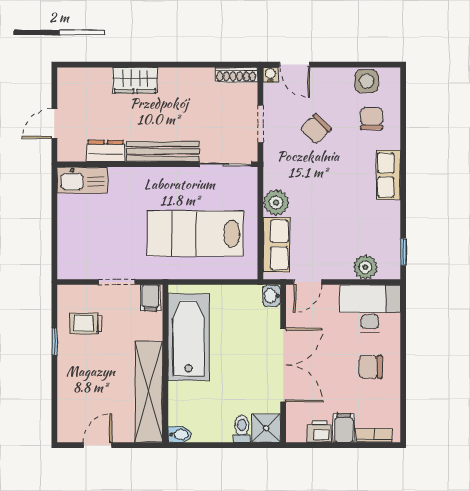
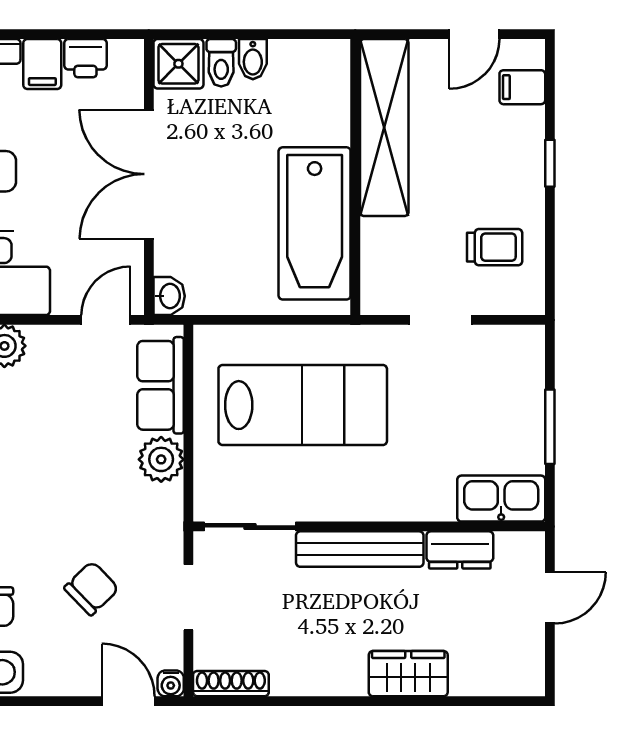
window: (54, 221) -> (550, 427), added
filing cabinet: (150, 298) -> (522, 87), moved, turned -90
window: (54, 341) -> (550, 163), moved
bidet: (180, 434) -> (253, 59), moved, turned -90

